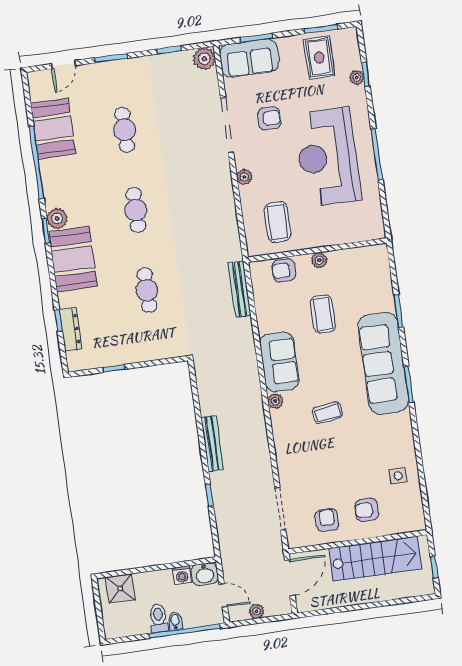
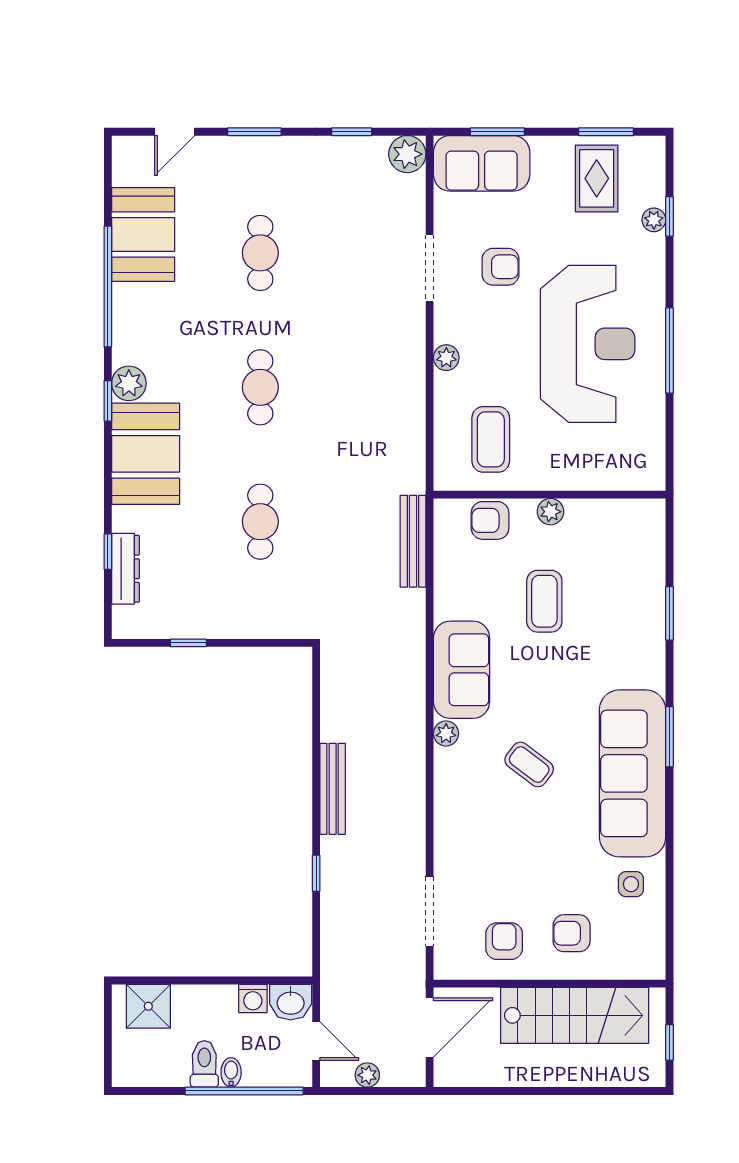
doorway: (227, 125) -> (430, 268), width x0.73
reception desk: (327, 157) -> (588, 344), turned 180
sofa: (383, 363) -> (633, 773), moved
coffee table: (327, 413) -> (529, 765), turned 46

